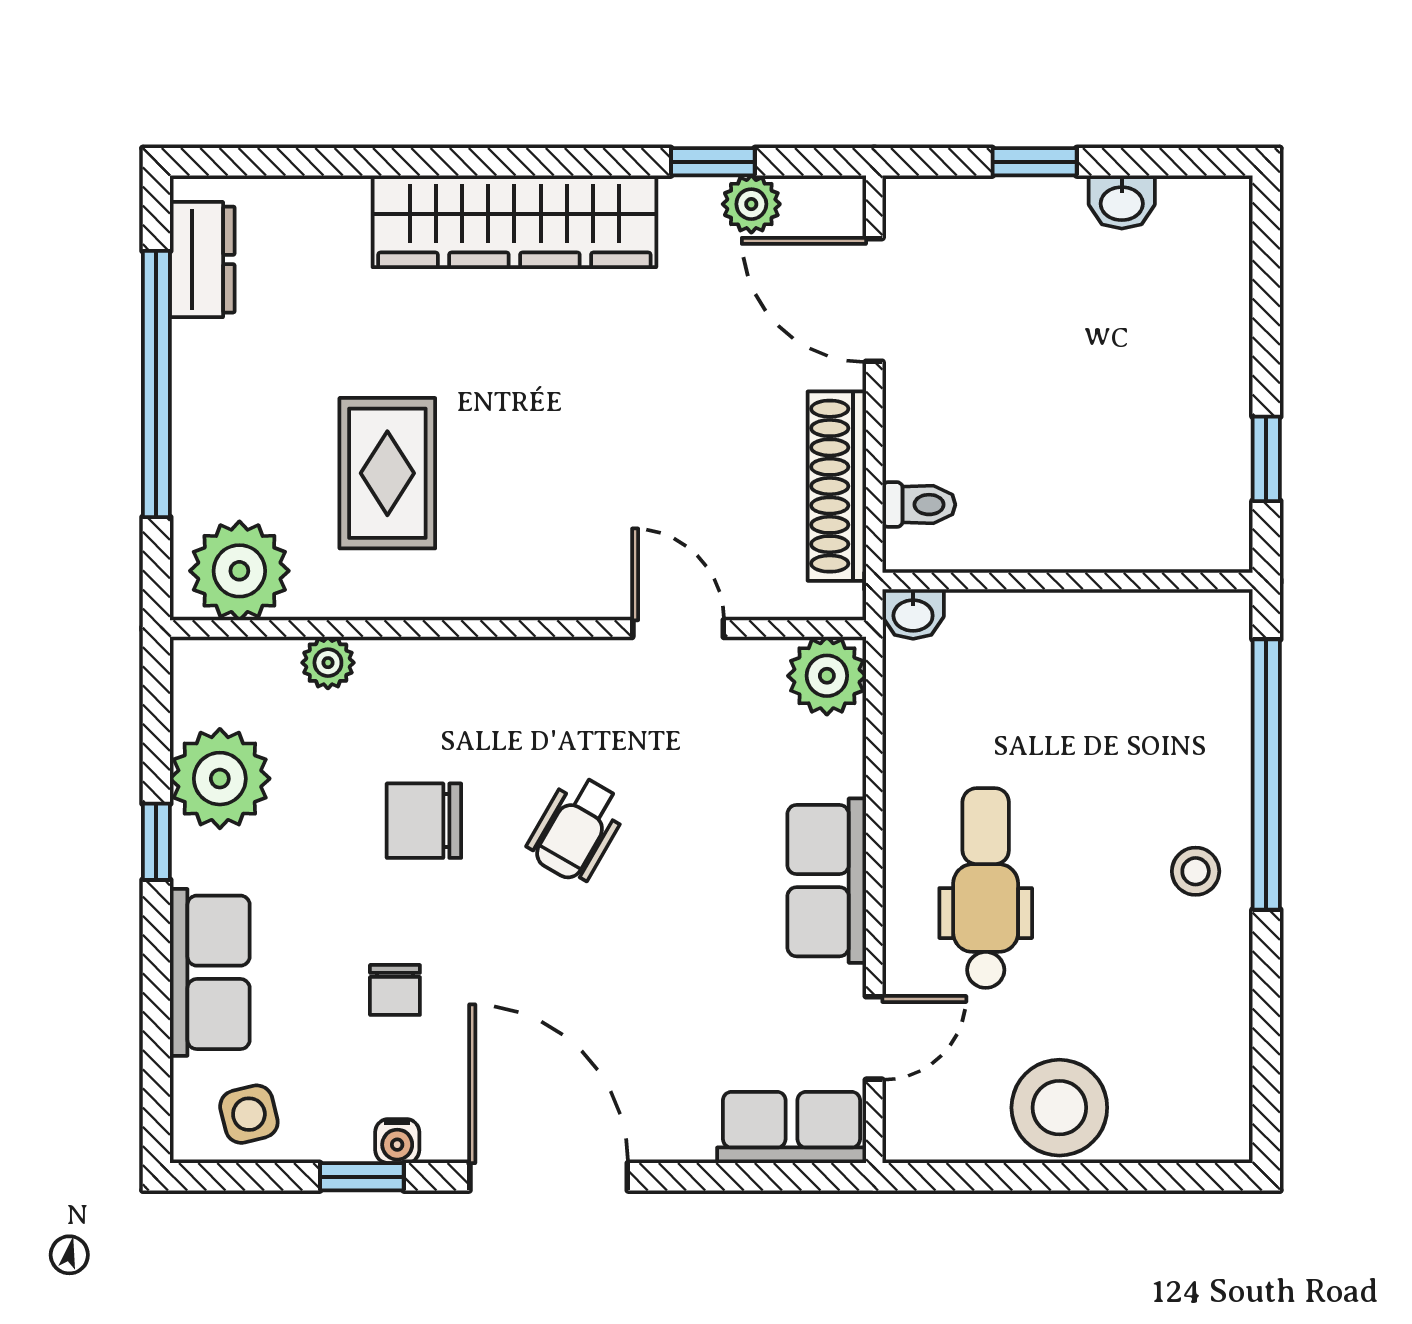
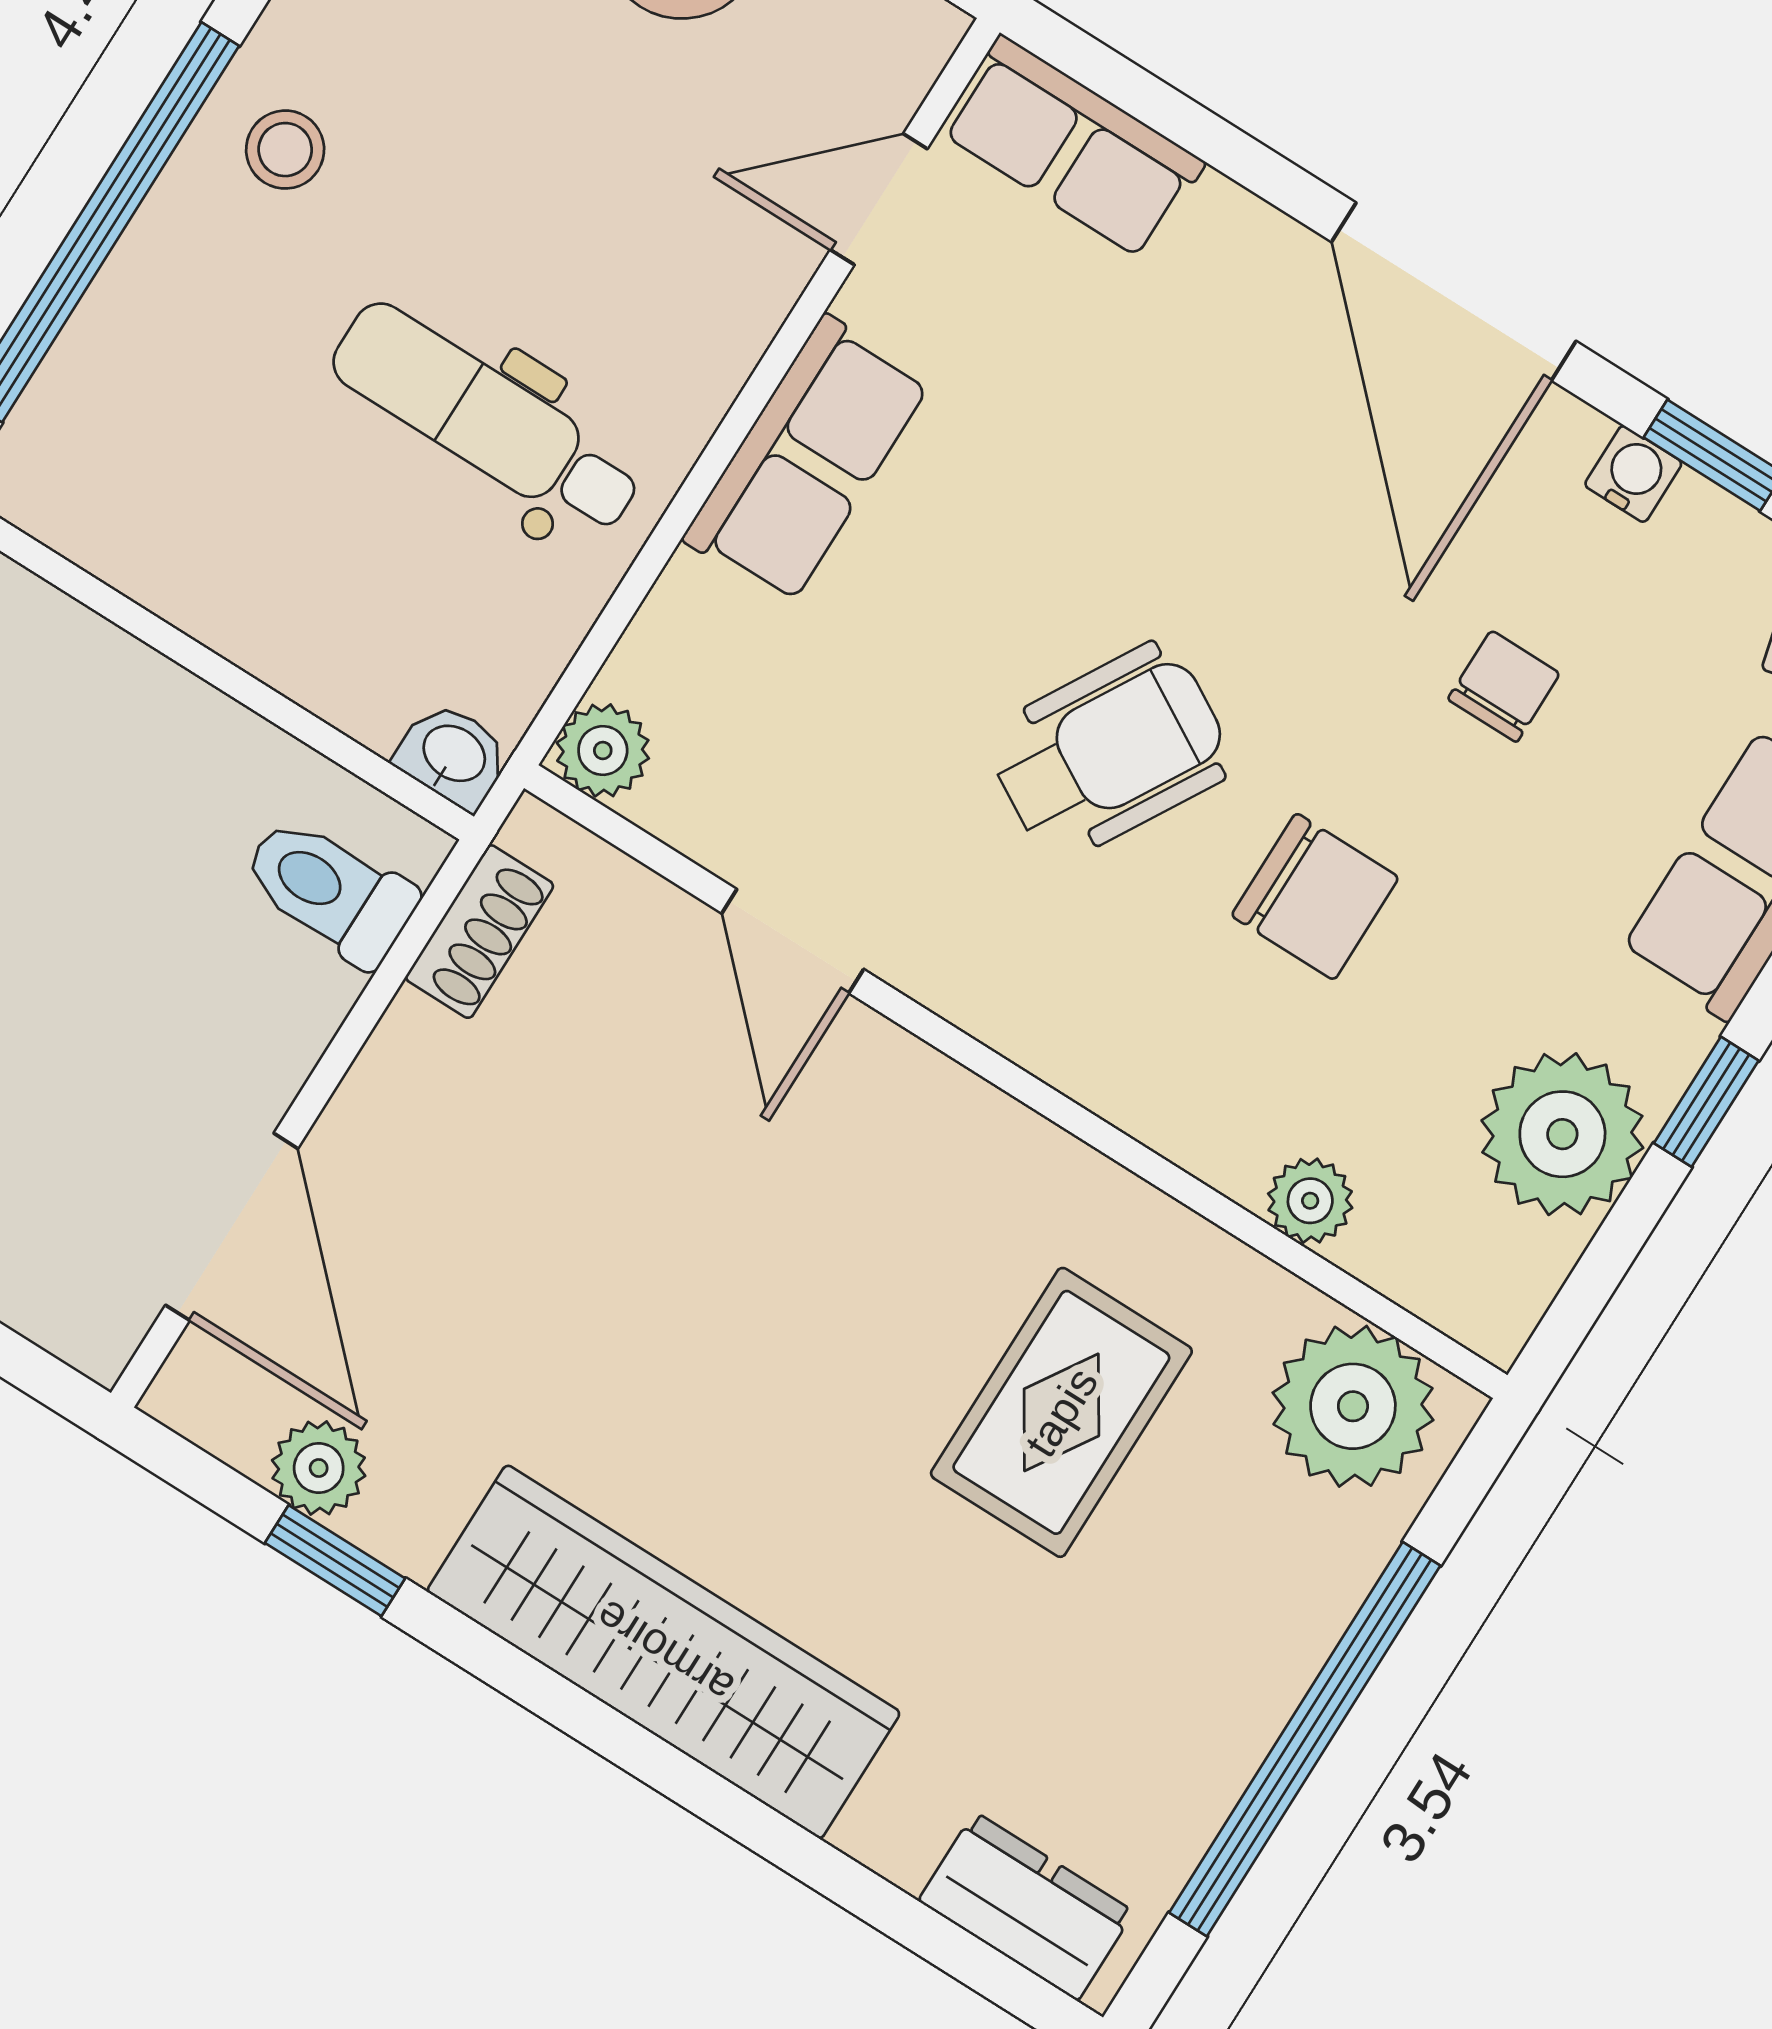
dresser: (202, 260) -> (1026, 1906), moved, turned 90
shoe rack: (837, 486) -> (480, 932), width x0.51, depth x0.81
toilet: (919, 505) -> (329, 890), width x1.37, depth x1.39
plant: (827, 676) -> (603, 750), width x0.73, depth x0.73
wheelchair: (577, 829) -> (1109, 751), width x1.36, depth x1.37
dental chair: (986, 888) -> (487, 419), moved, turned 90

